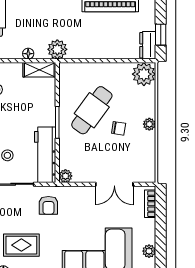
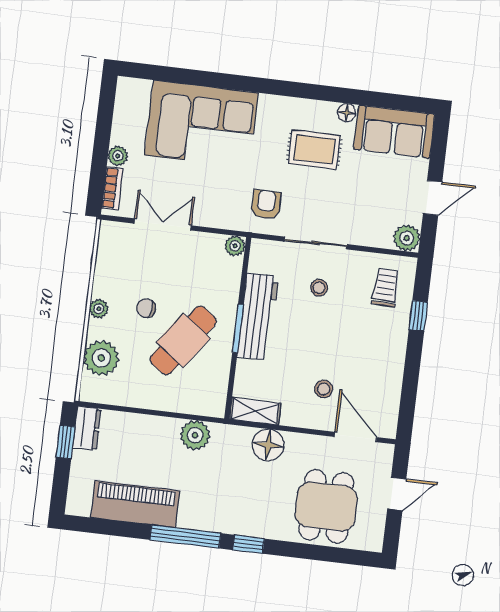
plant: (57, 49) -> (195, 435), moved
floor lamp: (28, 54) -> (268, 445), width x1.89, depth x1.89
plant: (144, 74) -> (101, 358), moved
workbench: (45, 155) -> (258, 317), moved
plant: (149, 251) -> (118, 156), moved

